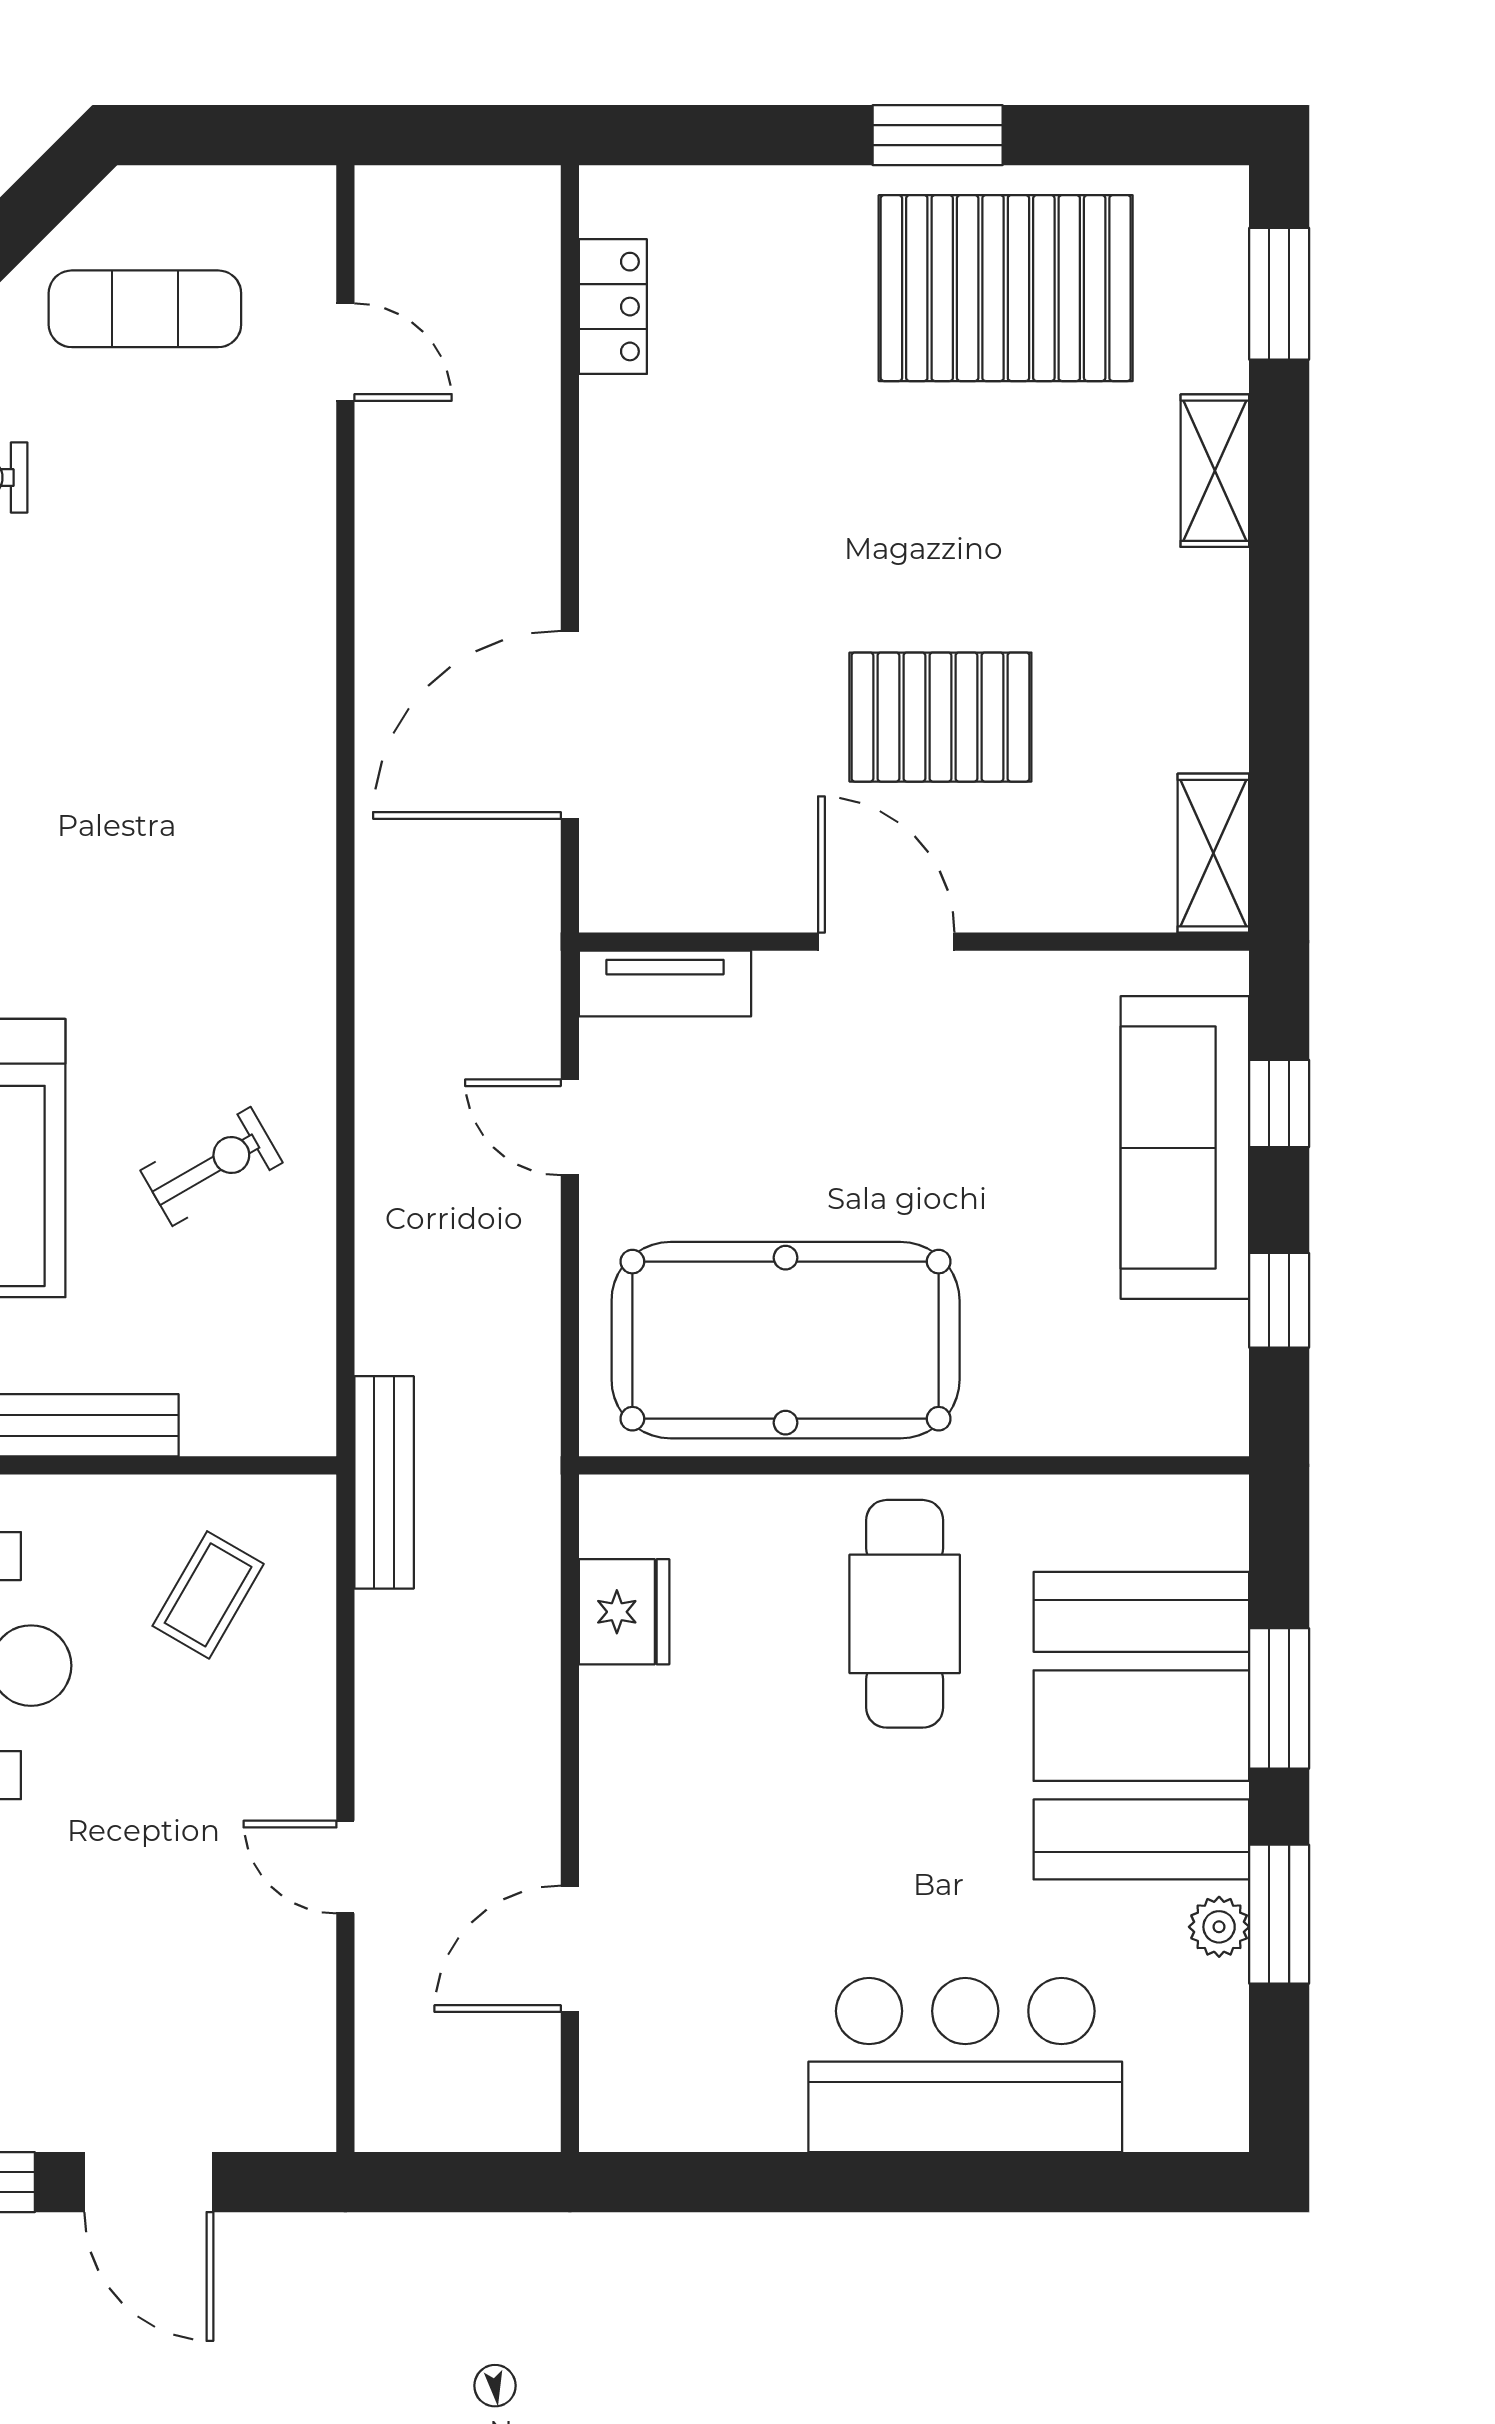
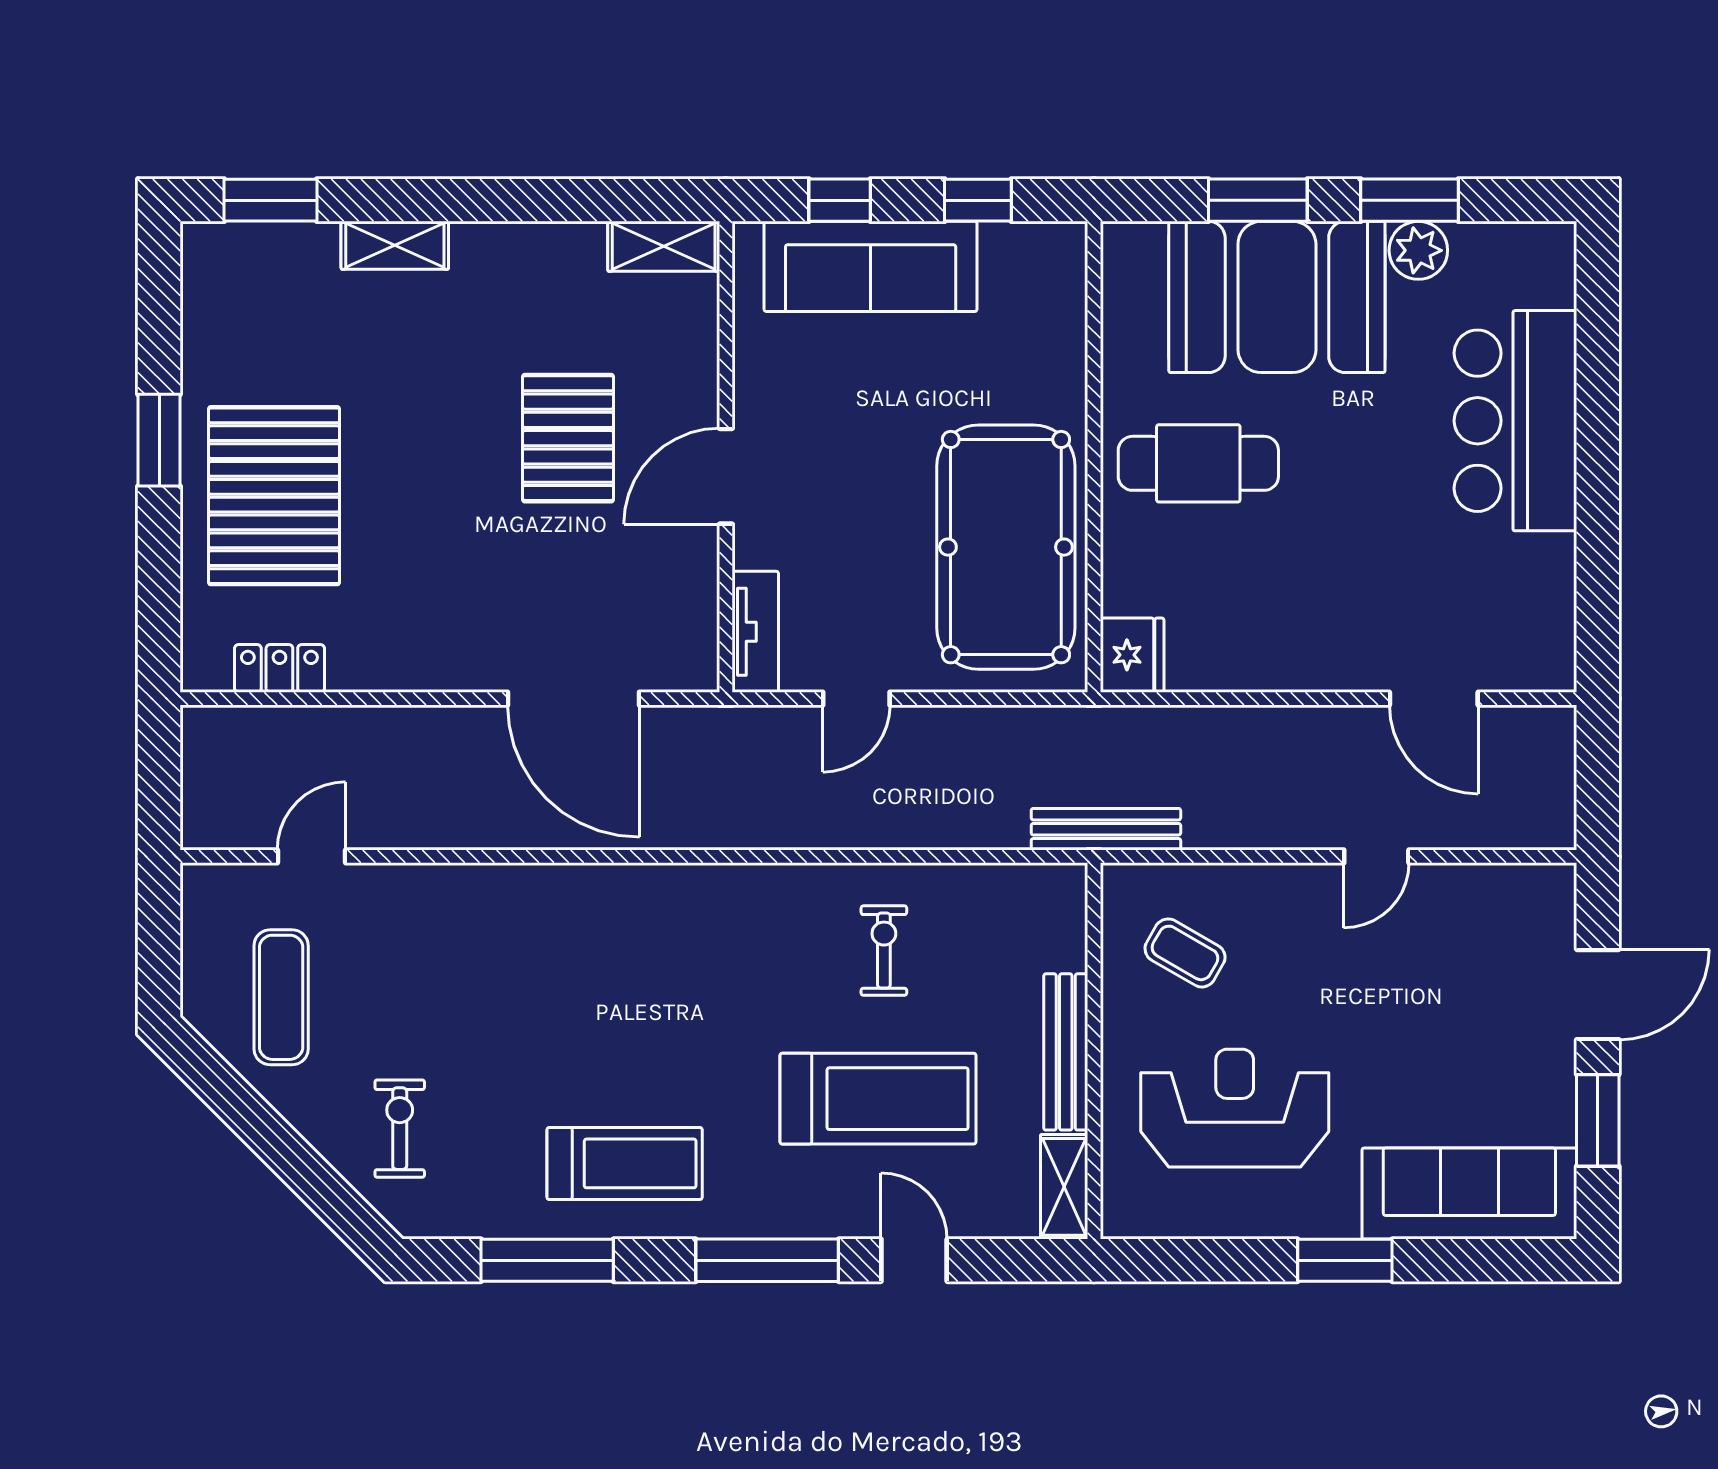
pallet: (1006, 288) -> (274, 496), moved
exercise bike: (211, 1166) -> (884, 951), turned 30
fridge: (624, 1612) -> (1132, 655), moved, turned 90
plant: (1219, 1927) -> (1418, 250), width x1.38, depth x1.38

